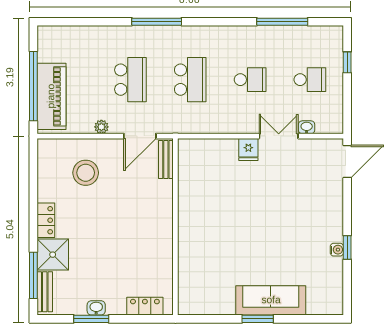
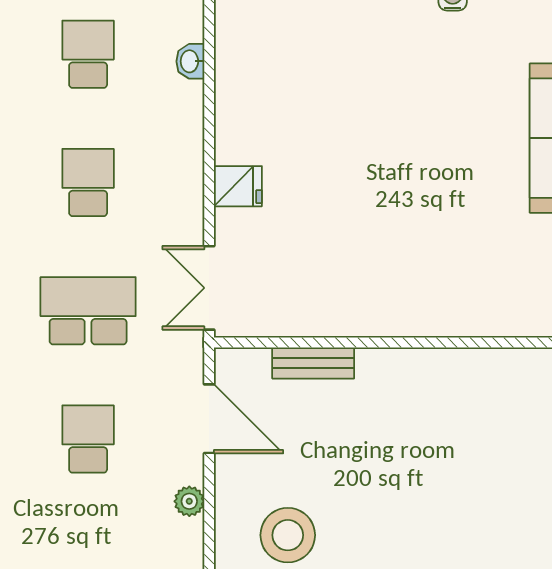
school desk: (130, 80) -> (88, 439), width x0.54
double door: (279, 136) -> (209, 288), moved
bench: (166, 160) -> (313, 363), moved

